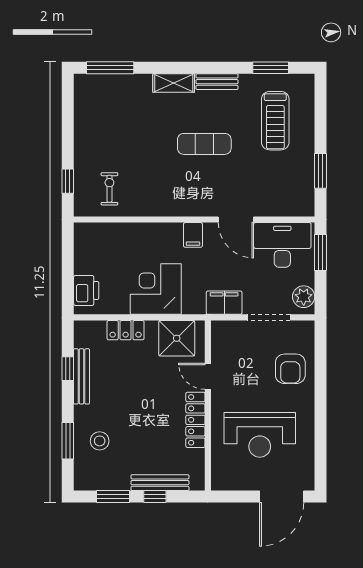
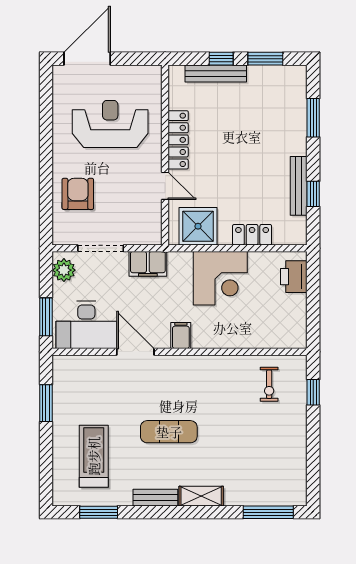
stool: (100, 441) -> (280, 118), removed

